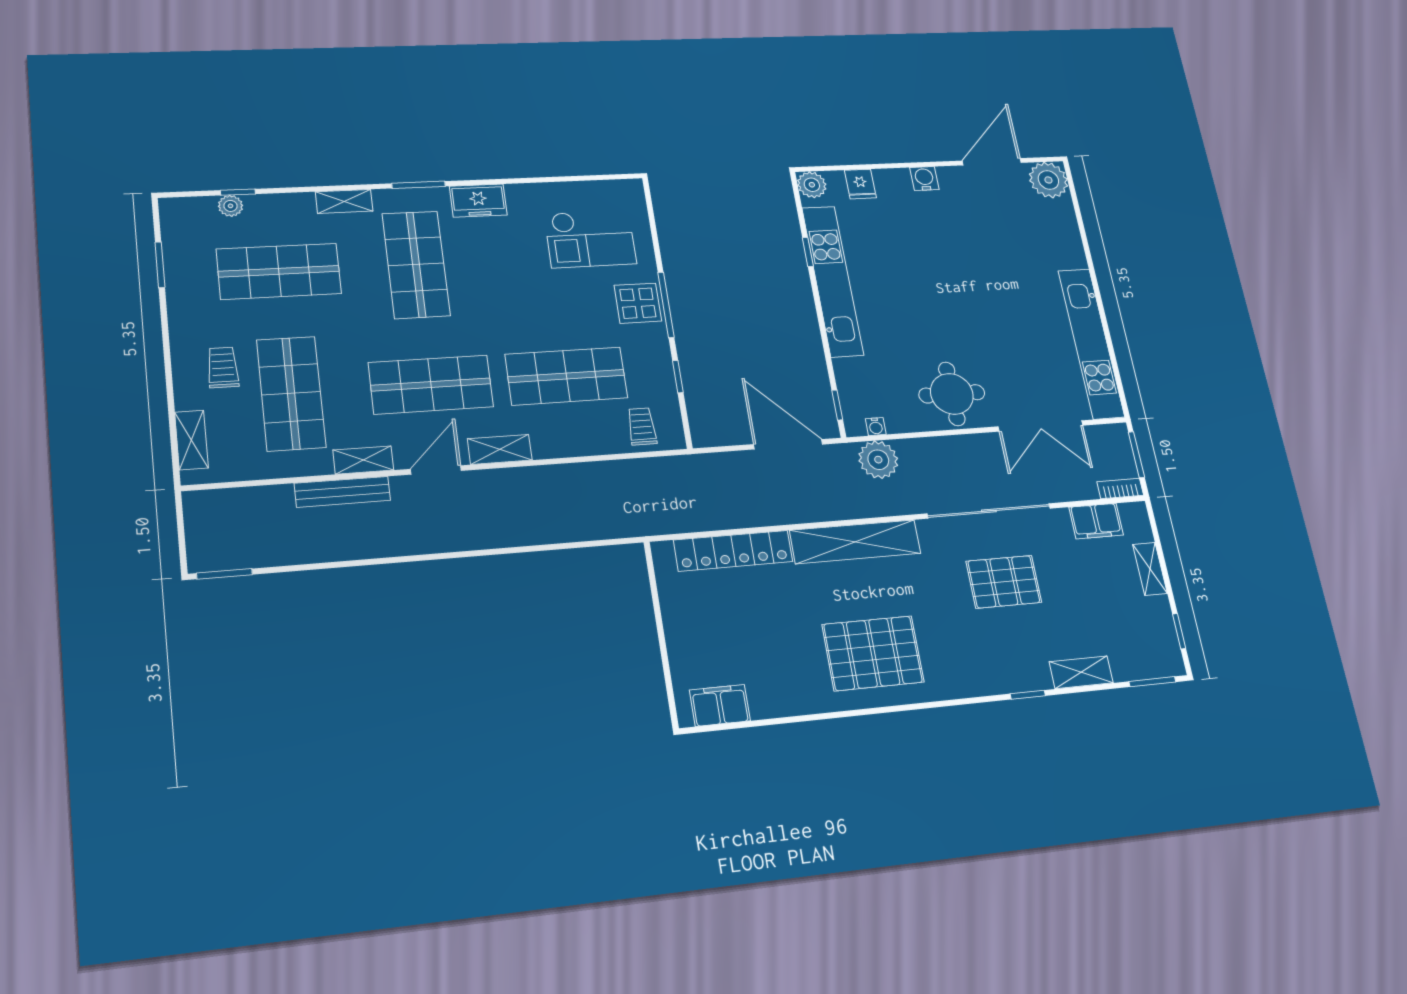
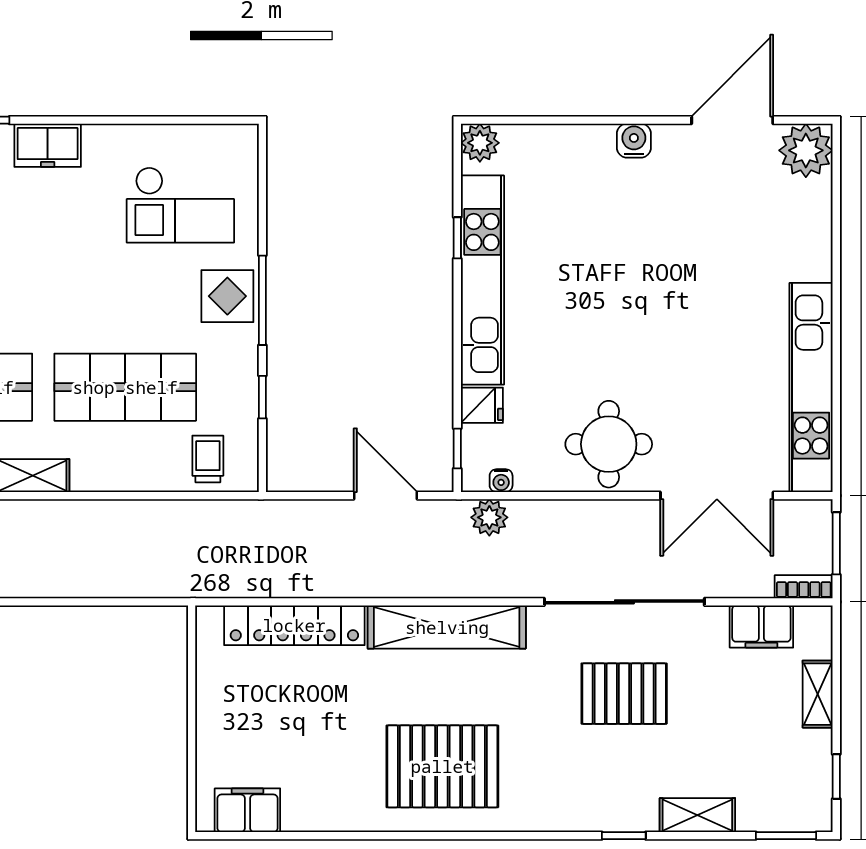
fridge: (860, 184) -> (482, 405), moved, turned -90
door: (788, 444) -> (386, 496), width x0.73
plant: (878, 460) -> (489, 517), width x0.73, depth x0.73

